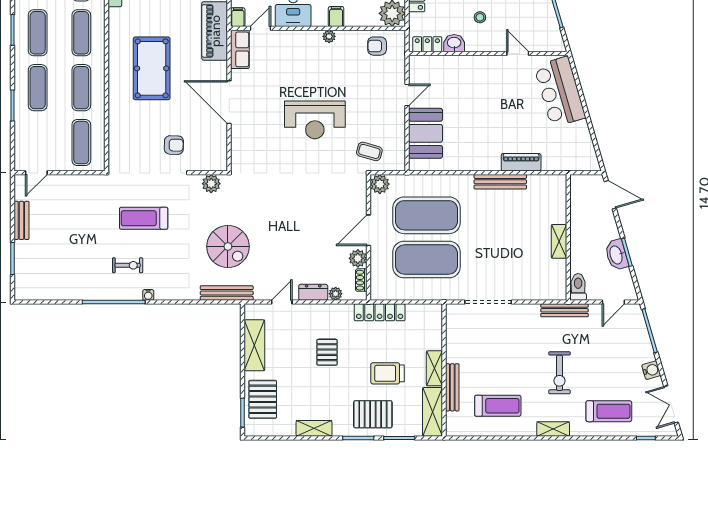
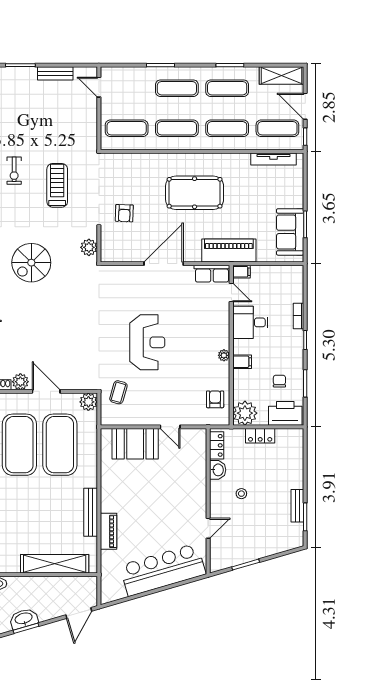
bar counter: (560, 92) -> (163, 570), width x1.36
reception desk: (315, 120) -> (147, 342), turned 180
shelving: (559, 241) -> (55, 564), width x2.20, depth x1.33

